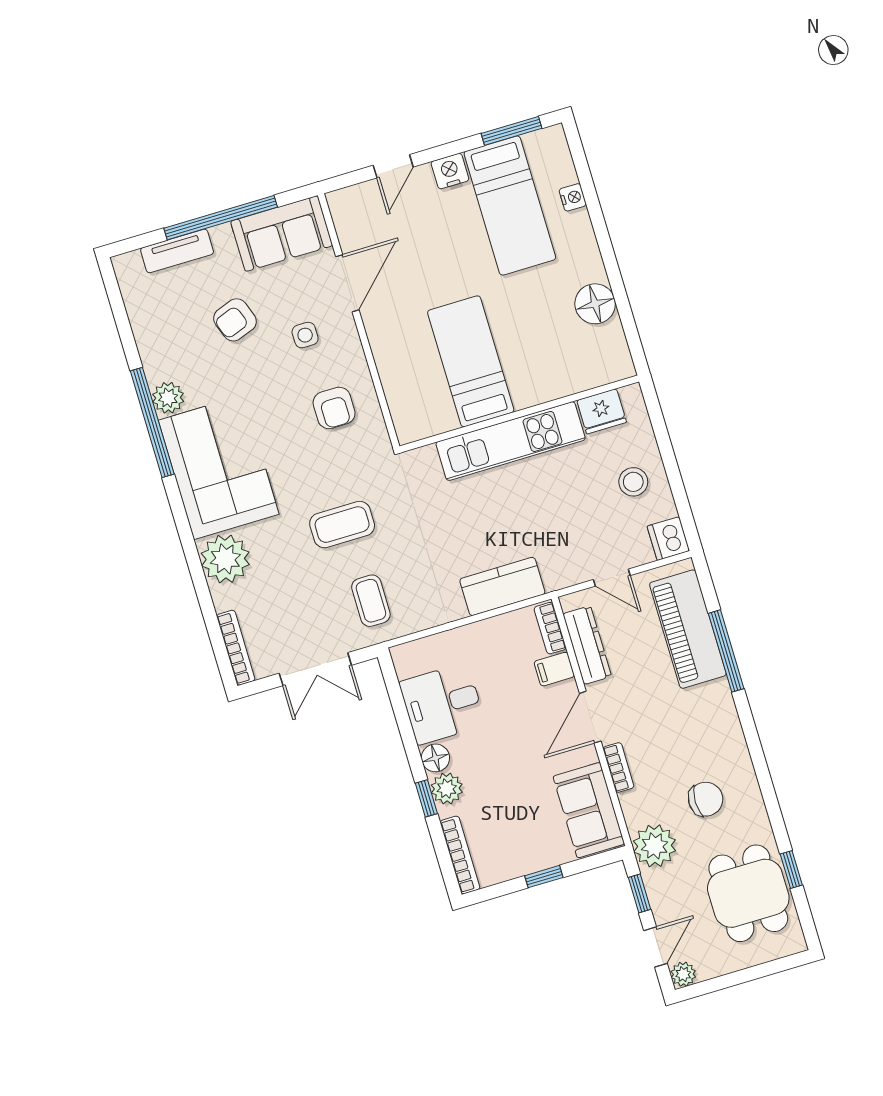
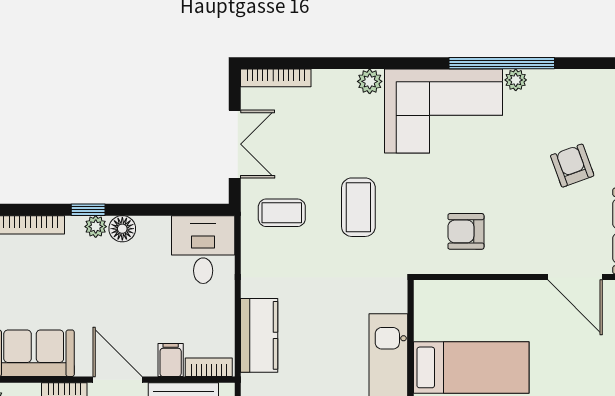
side table: (305, 335) -> (540, 225), removed
plant: (168, 398) -> (516, 80), width x0.73, depth x0.73
plant: (225, 559) -> (370, 81), width x0.53, depth x0.53
double door: (315, 669) -> (235, 144), swing flipped
desk: (442, 704) -> (203, 250), moved
plant: (447, 789) -> (96, 227), width x0.73, depth x0.73

